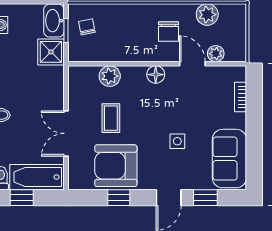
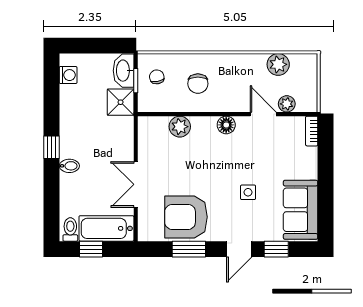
chair: (168, 31) -> (198, 84), moved
bookcase: (240, 97) -> (312, 131), moved
coffee table: (111, 118) -> (181, 169), removed
window: (119, 198) -> (189, 249), width x1.50

